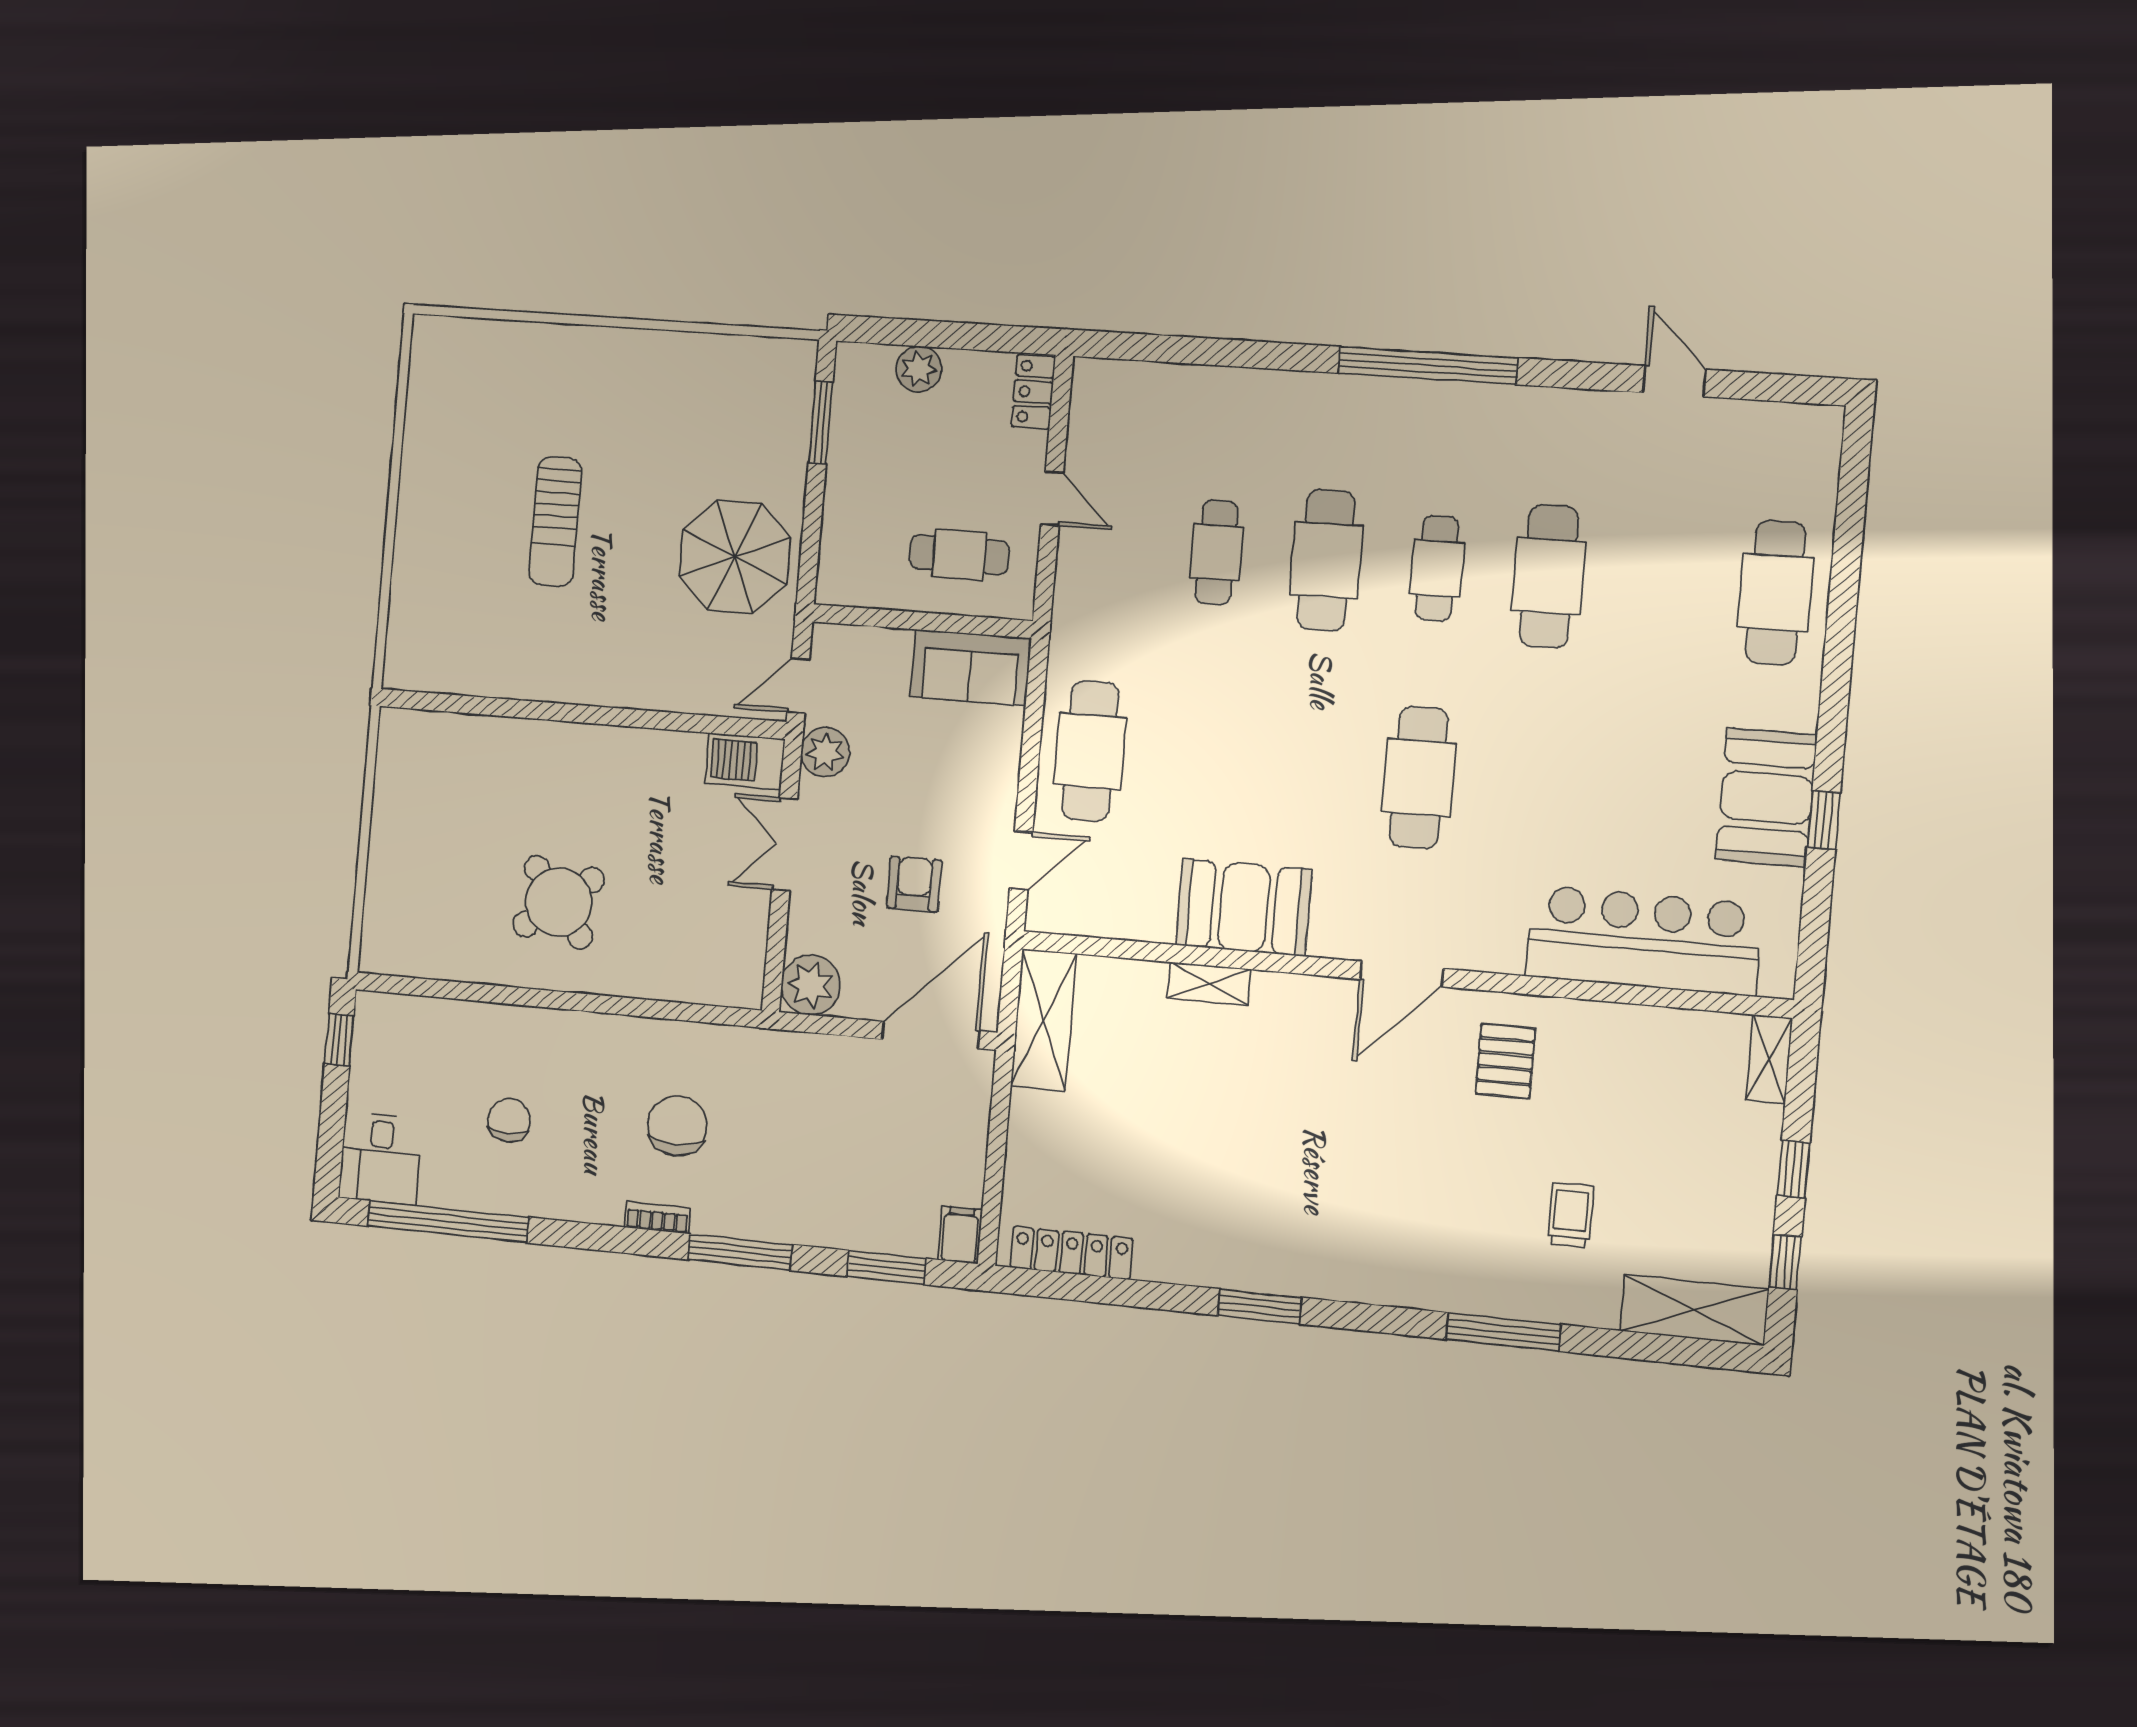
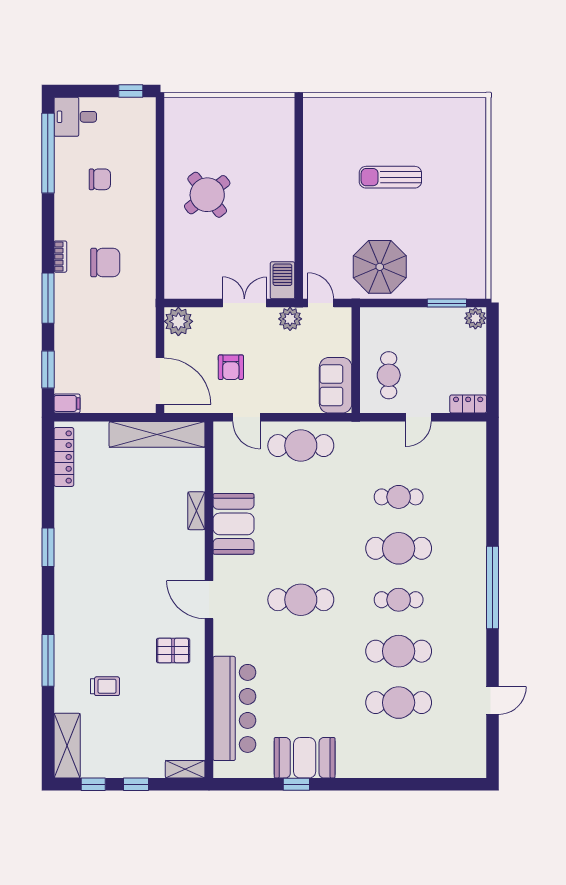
plant: (919, 369) -> (475, 318), moved
cafe table: (1775, 593) -> (399, 703), moved
armchair: (914, 884) -> (231, 367), turned 90
shelving: (1044, 1020) -> (157, 434), width x1.47

